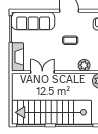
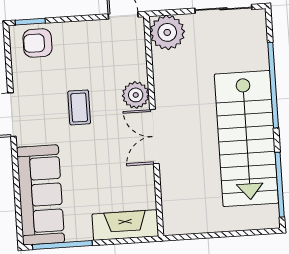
plant: (84, 65) -> (136, 95), moved
double door: (42, 72) -> (154, 137), moved
stairs: (52, 112) -> (246, 139), width x0.73

